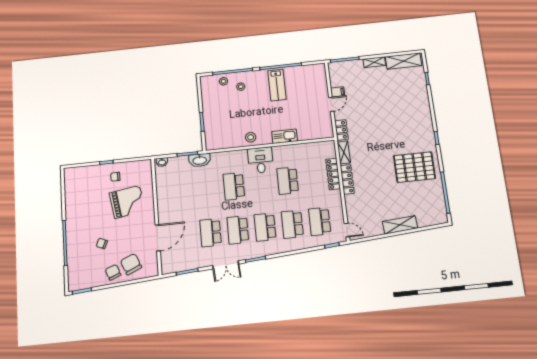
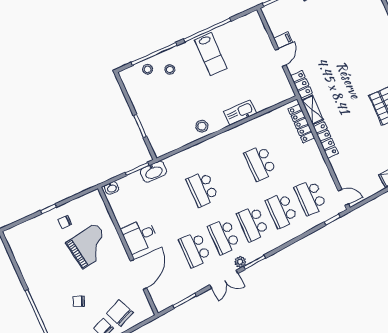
desk: (261, 160) -> (140, 236), moved, turned -90
locker: (333, 174) -> (301, 123), moved
plant: (244, 255) -> (240, 262), added

